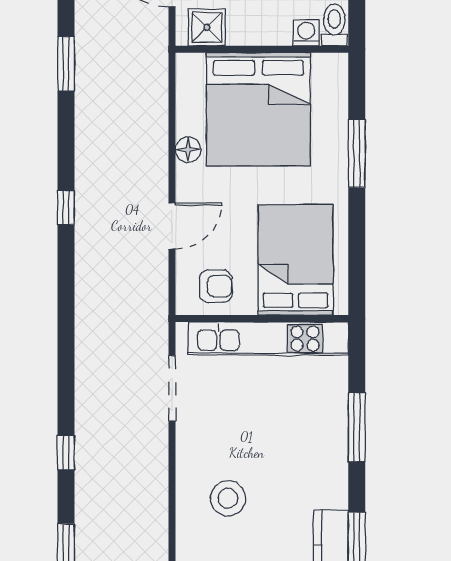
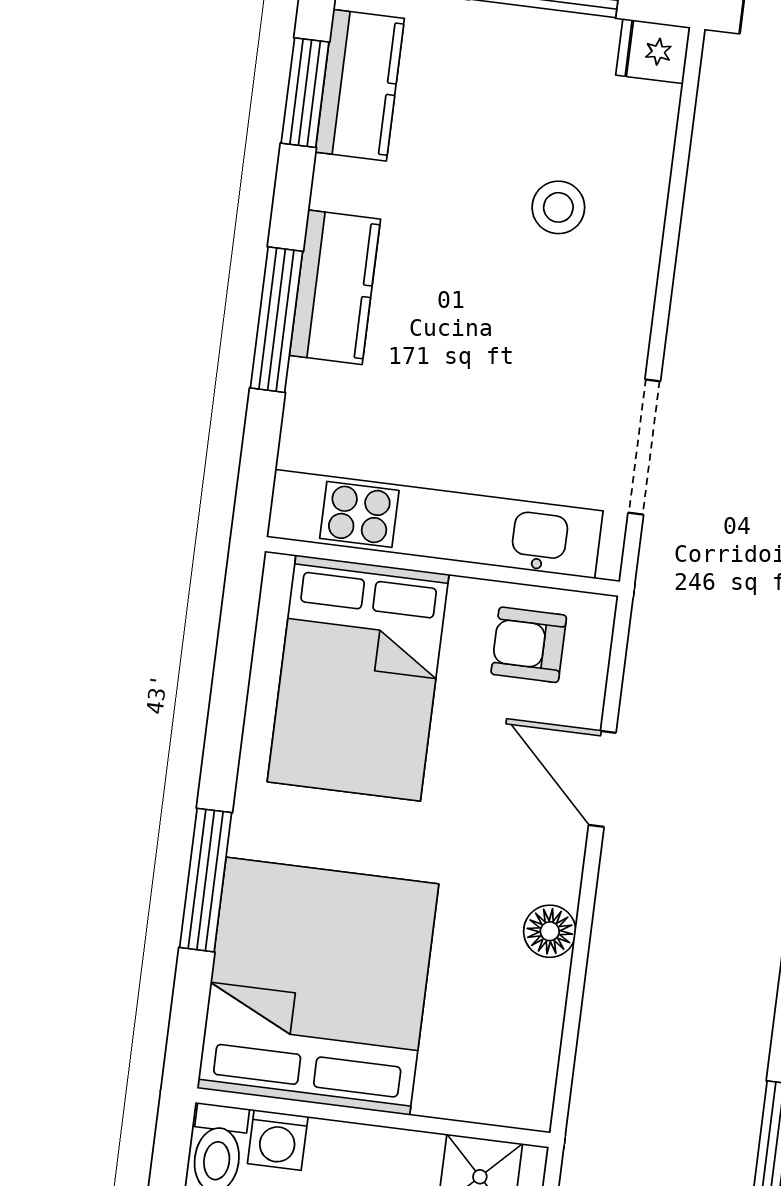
bed: (258, 109) -> (318, 986), moved
door: (172, 226) -> (602, 779), hinge flipped
kitchen counter: (331, 446) -> (335, 287), added
stool: (228, 498) -> (558, 207), width x0.73, depth x0.73

